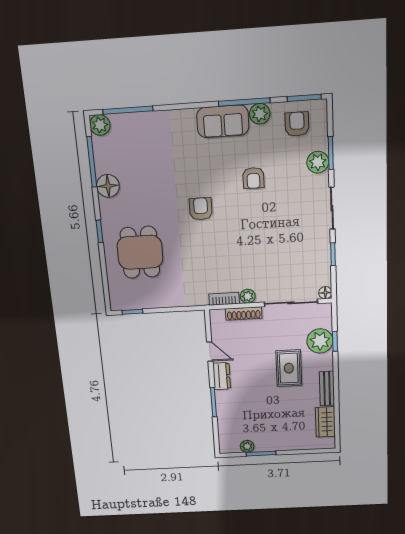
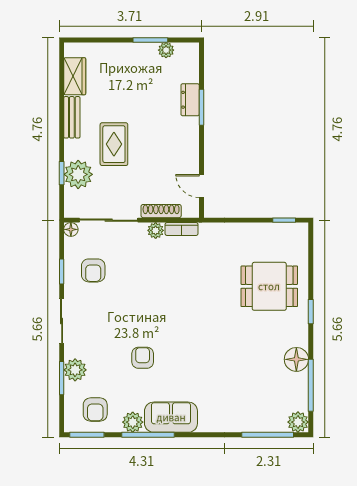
armchair: (201, 209) -> (93, 270), moved
dining table: (140, 252) -> (269, 286), turned 90
door: (210, 352) -> (201, 186), moved
dresser: (222, 376) -> (190, 100), moved

